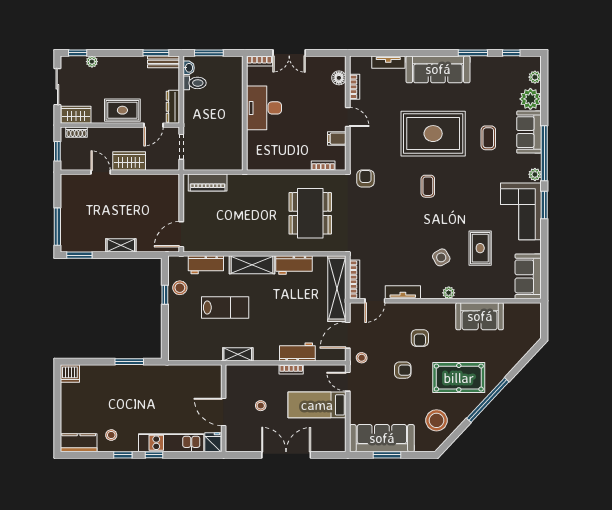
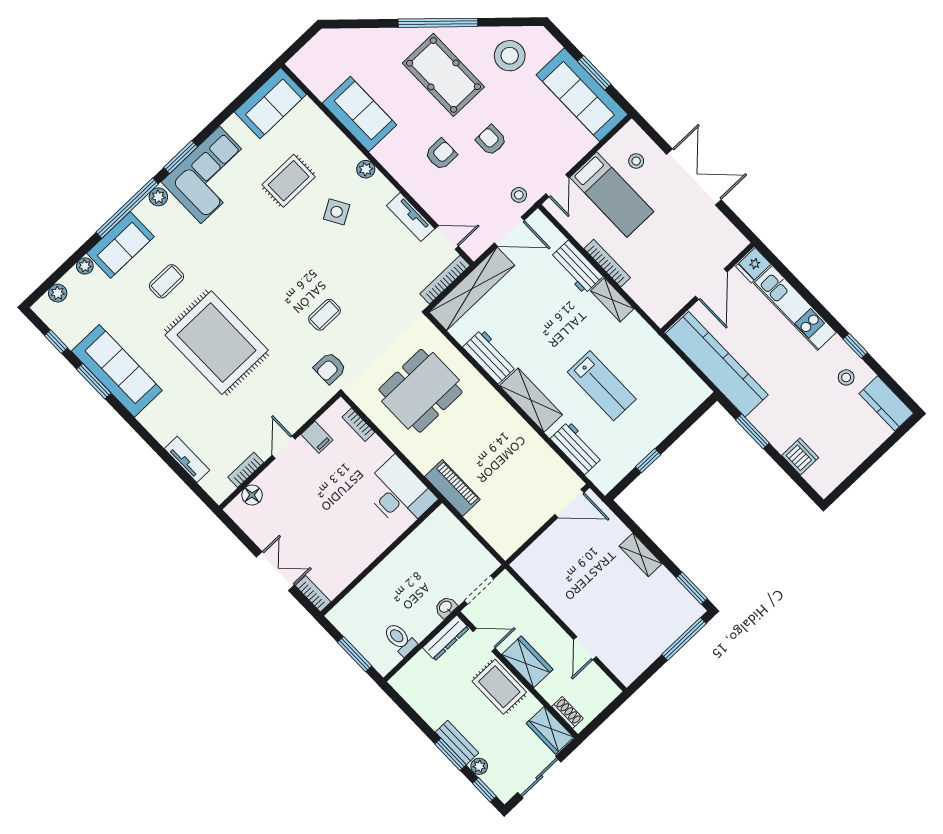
window: (156, 53) -> (450, 754), moved
bench: (164, 62) -> (457, 742), moved
washbasin: (189, 68) -> (446, 607), moved
sofa: (438, 69) -> (117, 371), moved
plant: (530, 99) -> (85, 266), width x0.53, depth x0.53
desk: (264, 108) -> (399, 493), moved, turned -90
window: (57, 151) -> (606, 713), removed
wardrobe: (129, 161) -> (527, 662), moved, turned 180
piano: (208, 183) -> (452, 488), moved
coffee table: (428, 186) -> (325, 315), moved
stool: (180, 288) -> (626, 452), removed
lab bench: (225, 308) -> (602, 386), turned 180
shelving: (238, 354) -> (612, 300), moved
bookcase: (291, 369) -> (607, 263), width x1.56
dishwasher: (70, 374) -> (800, 457), moved
kitchen counter: (180, 376) -> (717, 364), added
stool: (261, 406) -> (636, 161), moved
window: (154, 455) -> (825, 314), removed
double door: (286, 455) -> (694, 177), swing flipped

